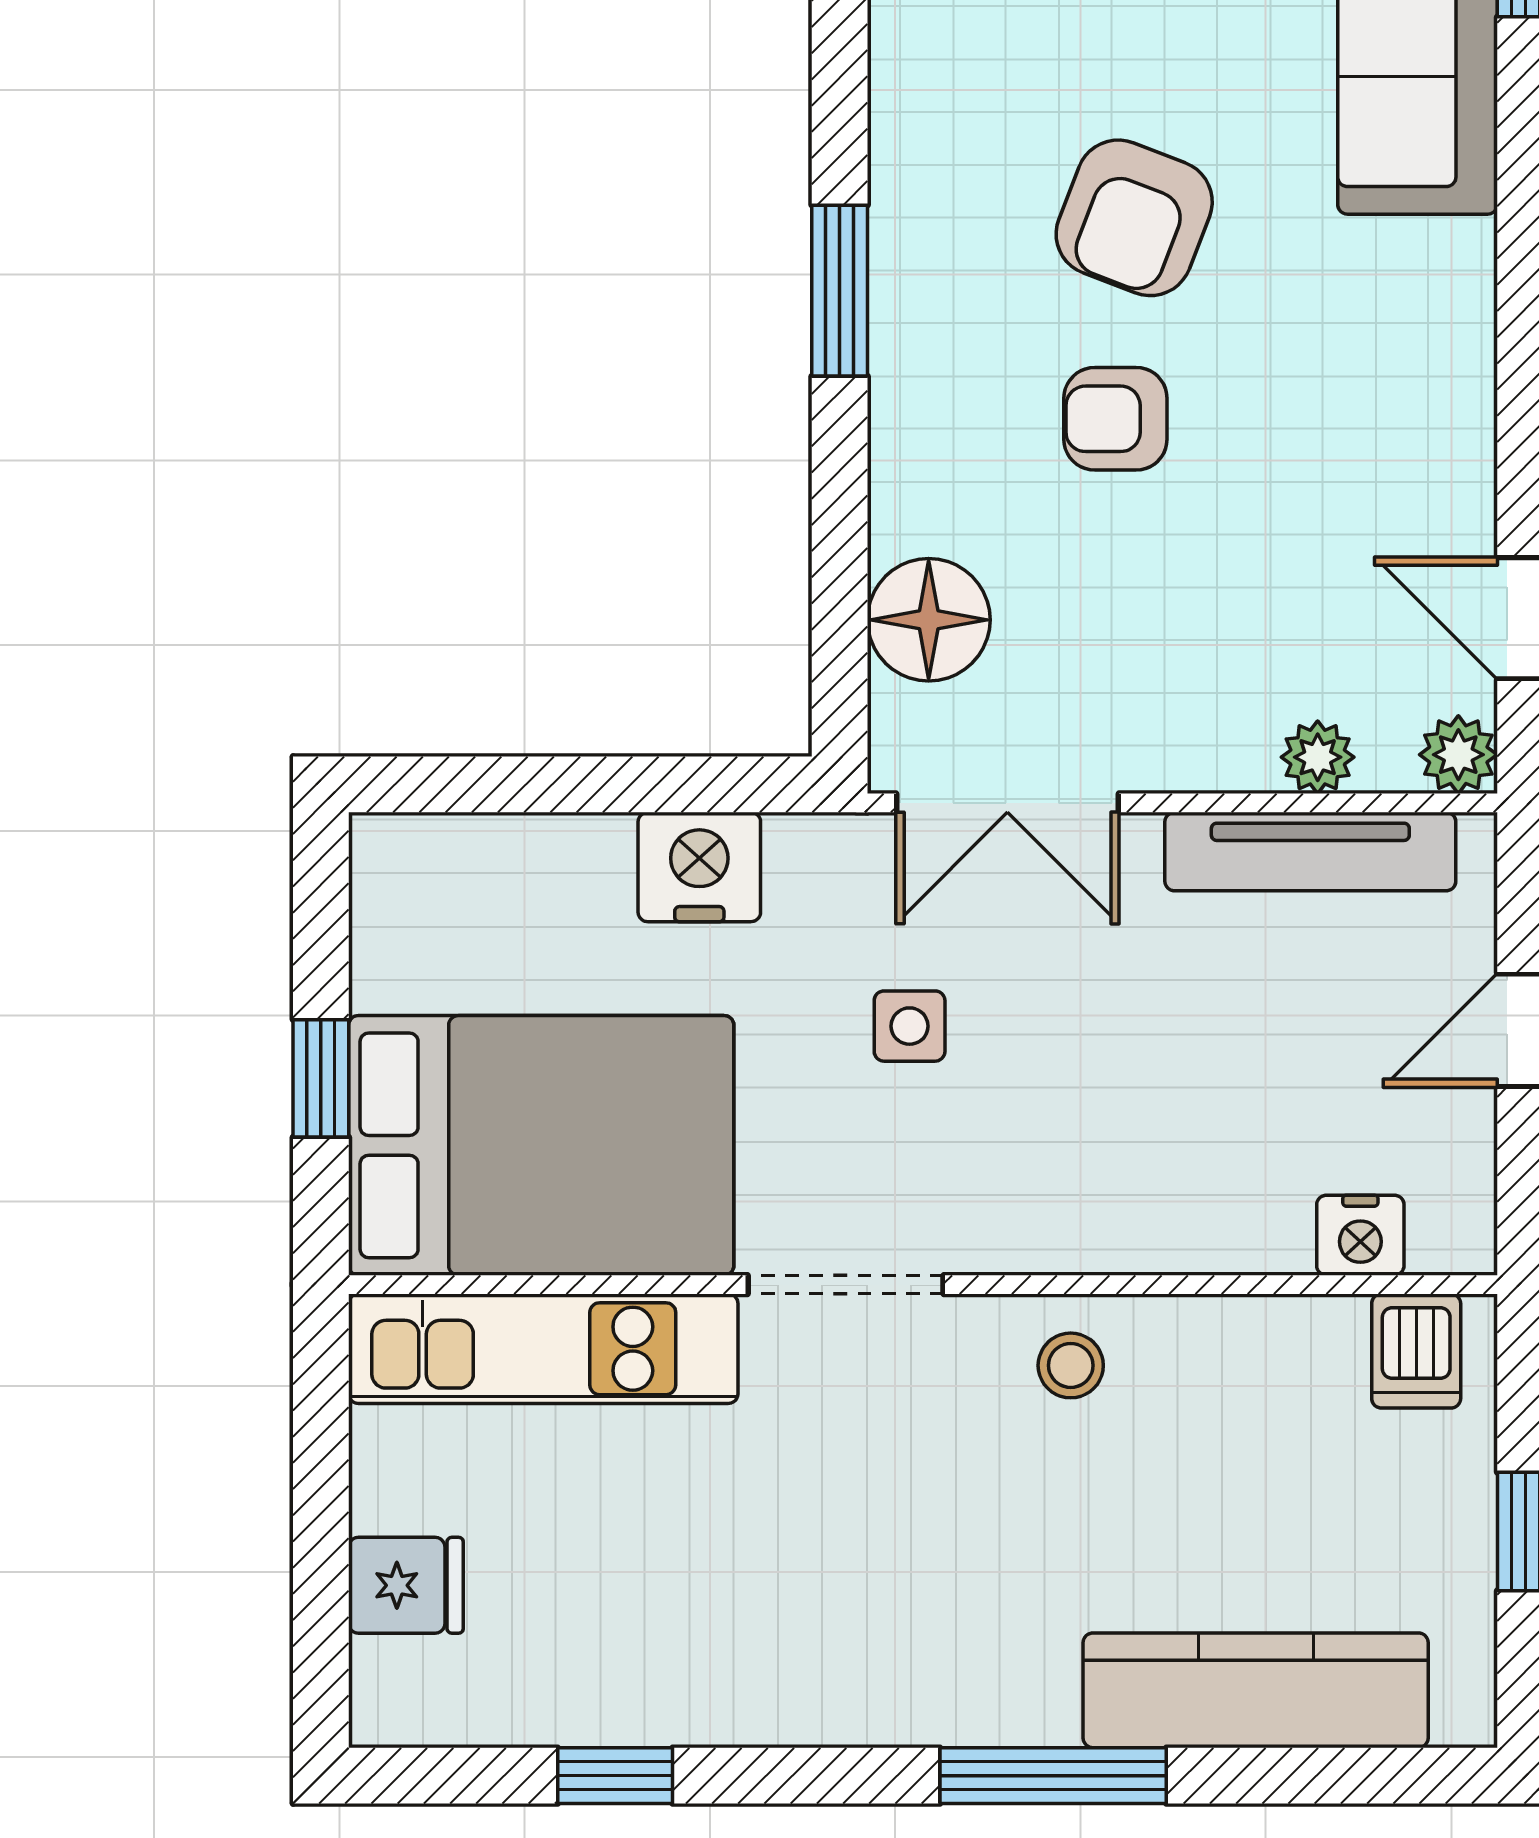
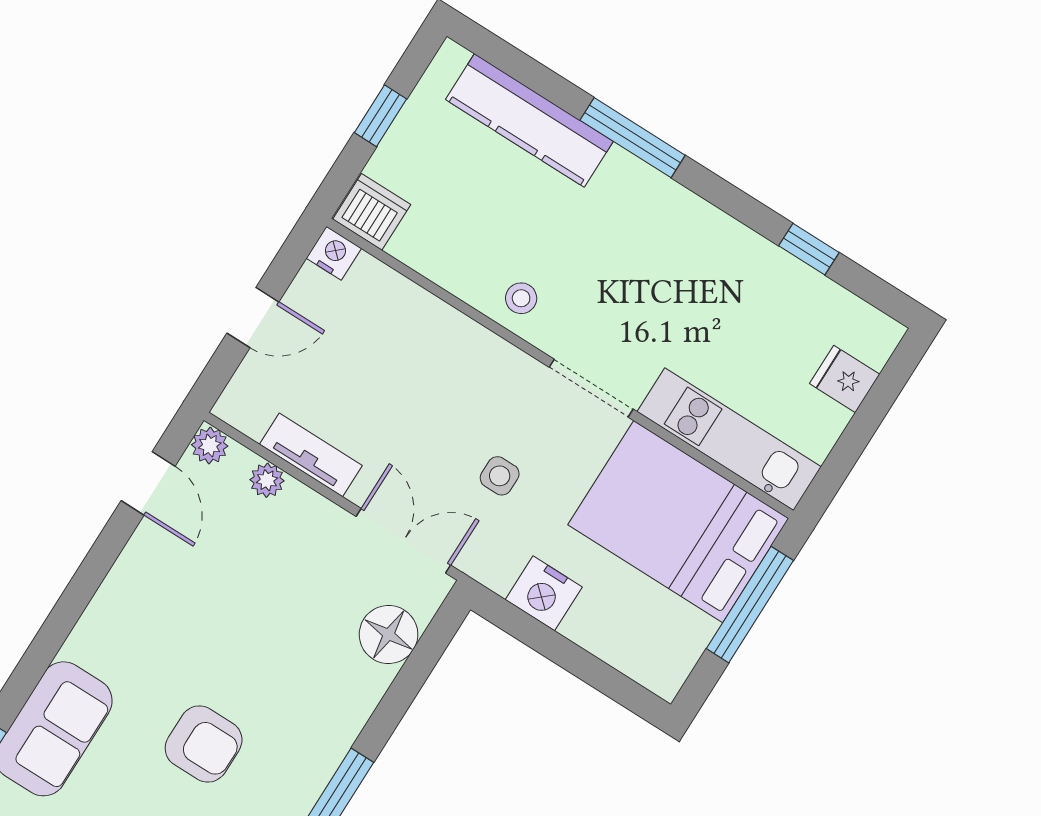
armchair: (1134, 218) -> (204, 744), turned 69
armchair: (1115, 419) -> (262, 668), removed
tv unit: (1310, 852) -> (311, 455), width x0.71
window: (321, 1078) -> (750, 605), width x2.17
nightstand: (1360, 1235) -> (334, 253), moved
dishwasher: (1416, 1351) -> (372, 212), width x1.38

